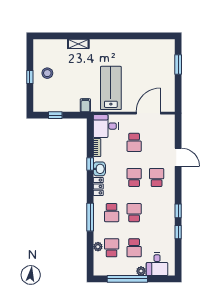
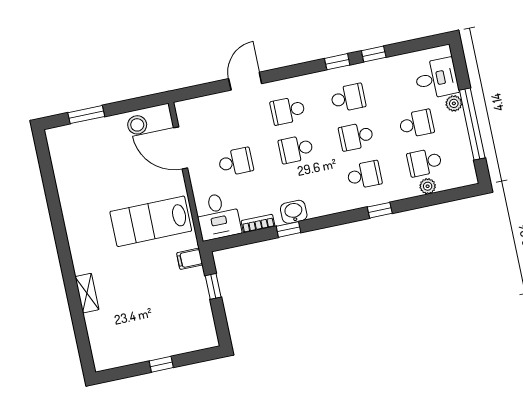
stool: (47, 73) -> (137, 125), moved
window: (55, 115) -> (213, 286), moved
locker: (98, 186) -> (324, 207), removed
school desk: (157, 213) -> (348, 98), added
window: (90, 217) -> (380, 210), width x0.46

